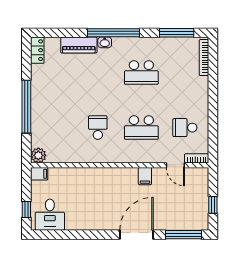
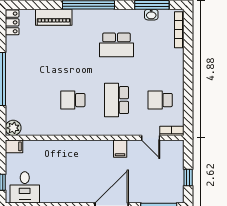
washbasin: (105, 42) -> (151, 15), moved
school desk: (98, 128) -> (73, 100), turned -90
school desk: (141, 128) -> (116, 100), turned 90

